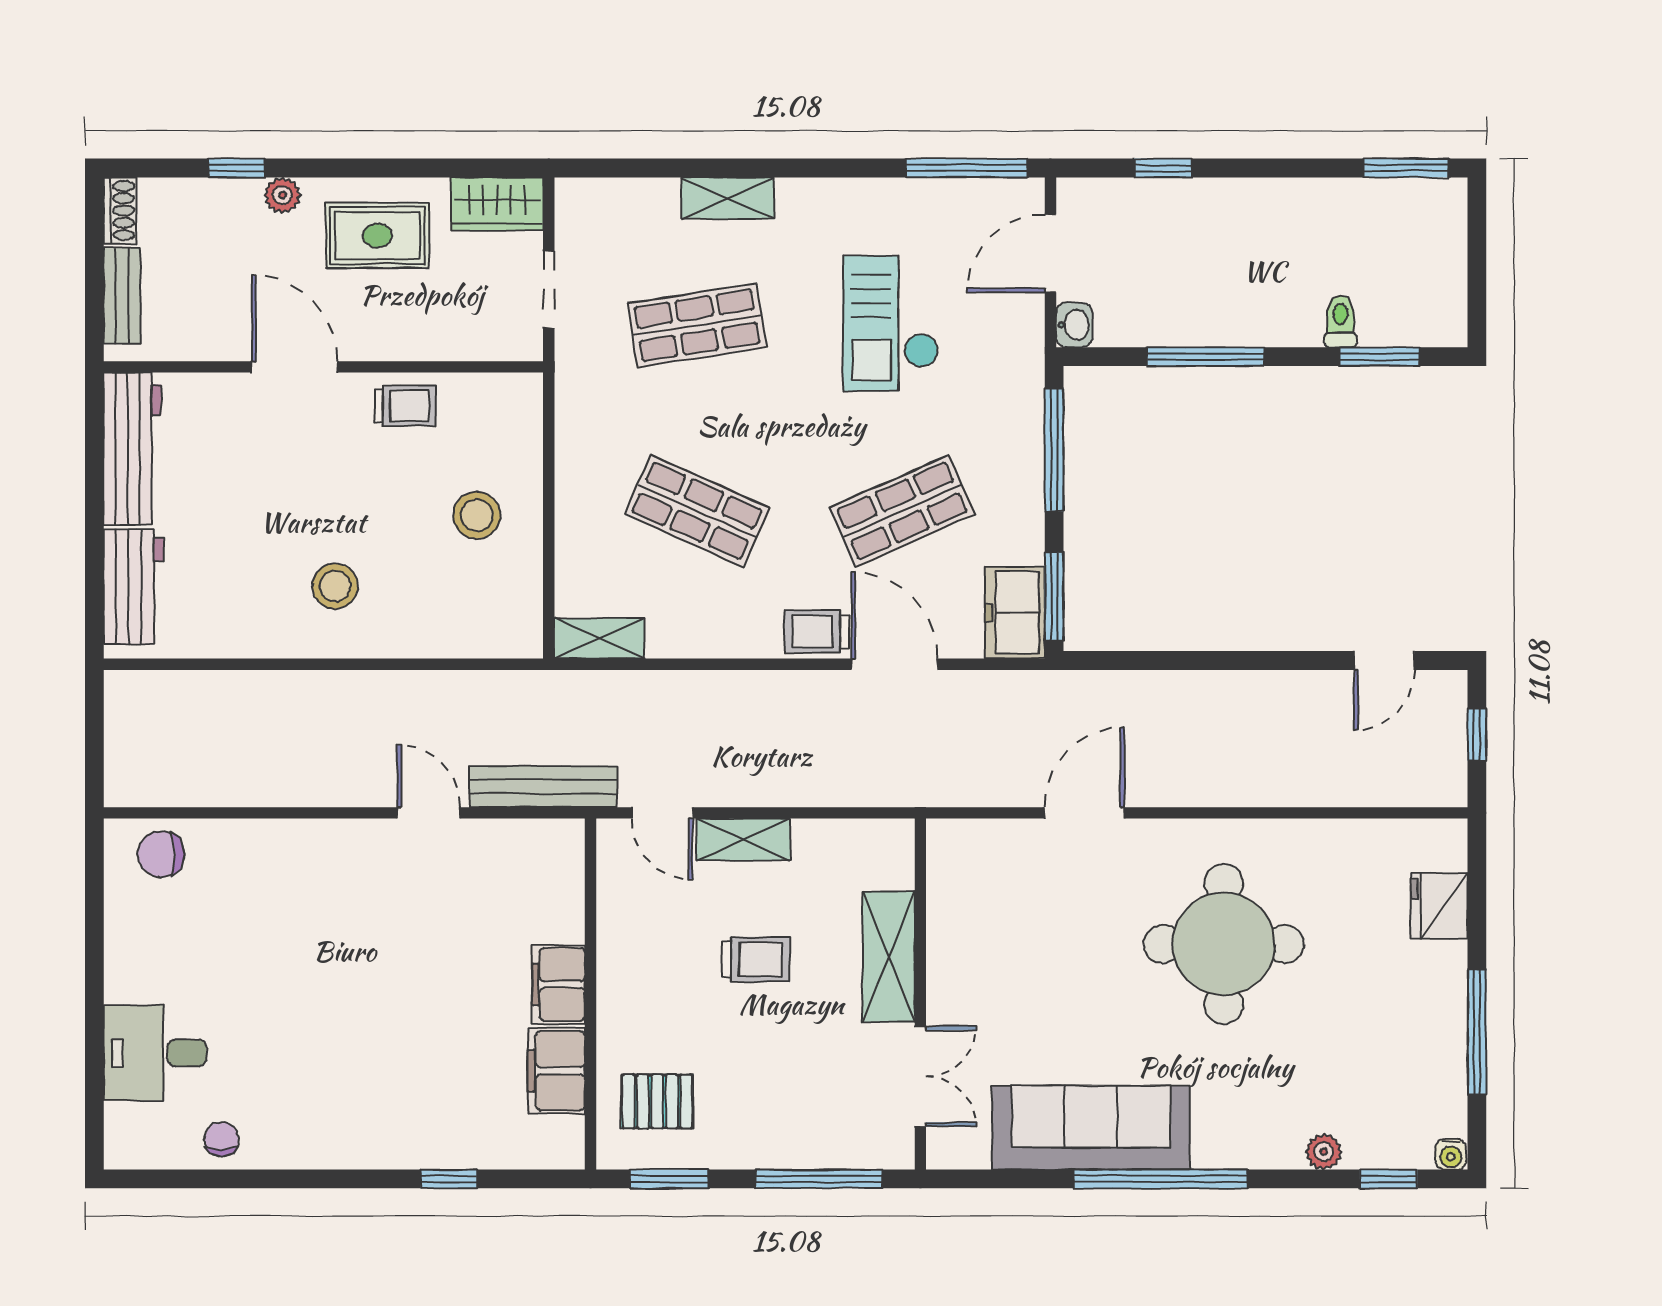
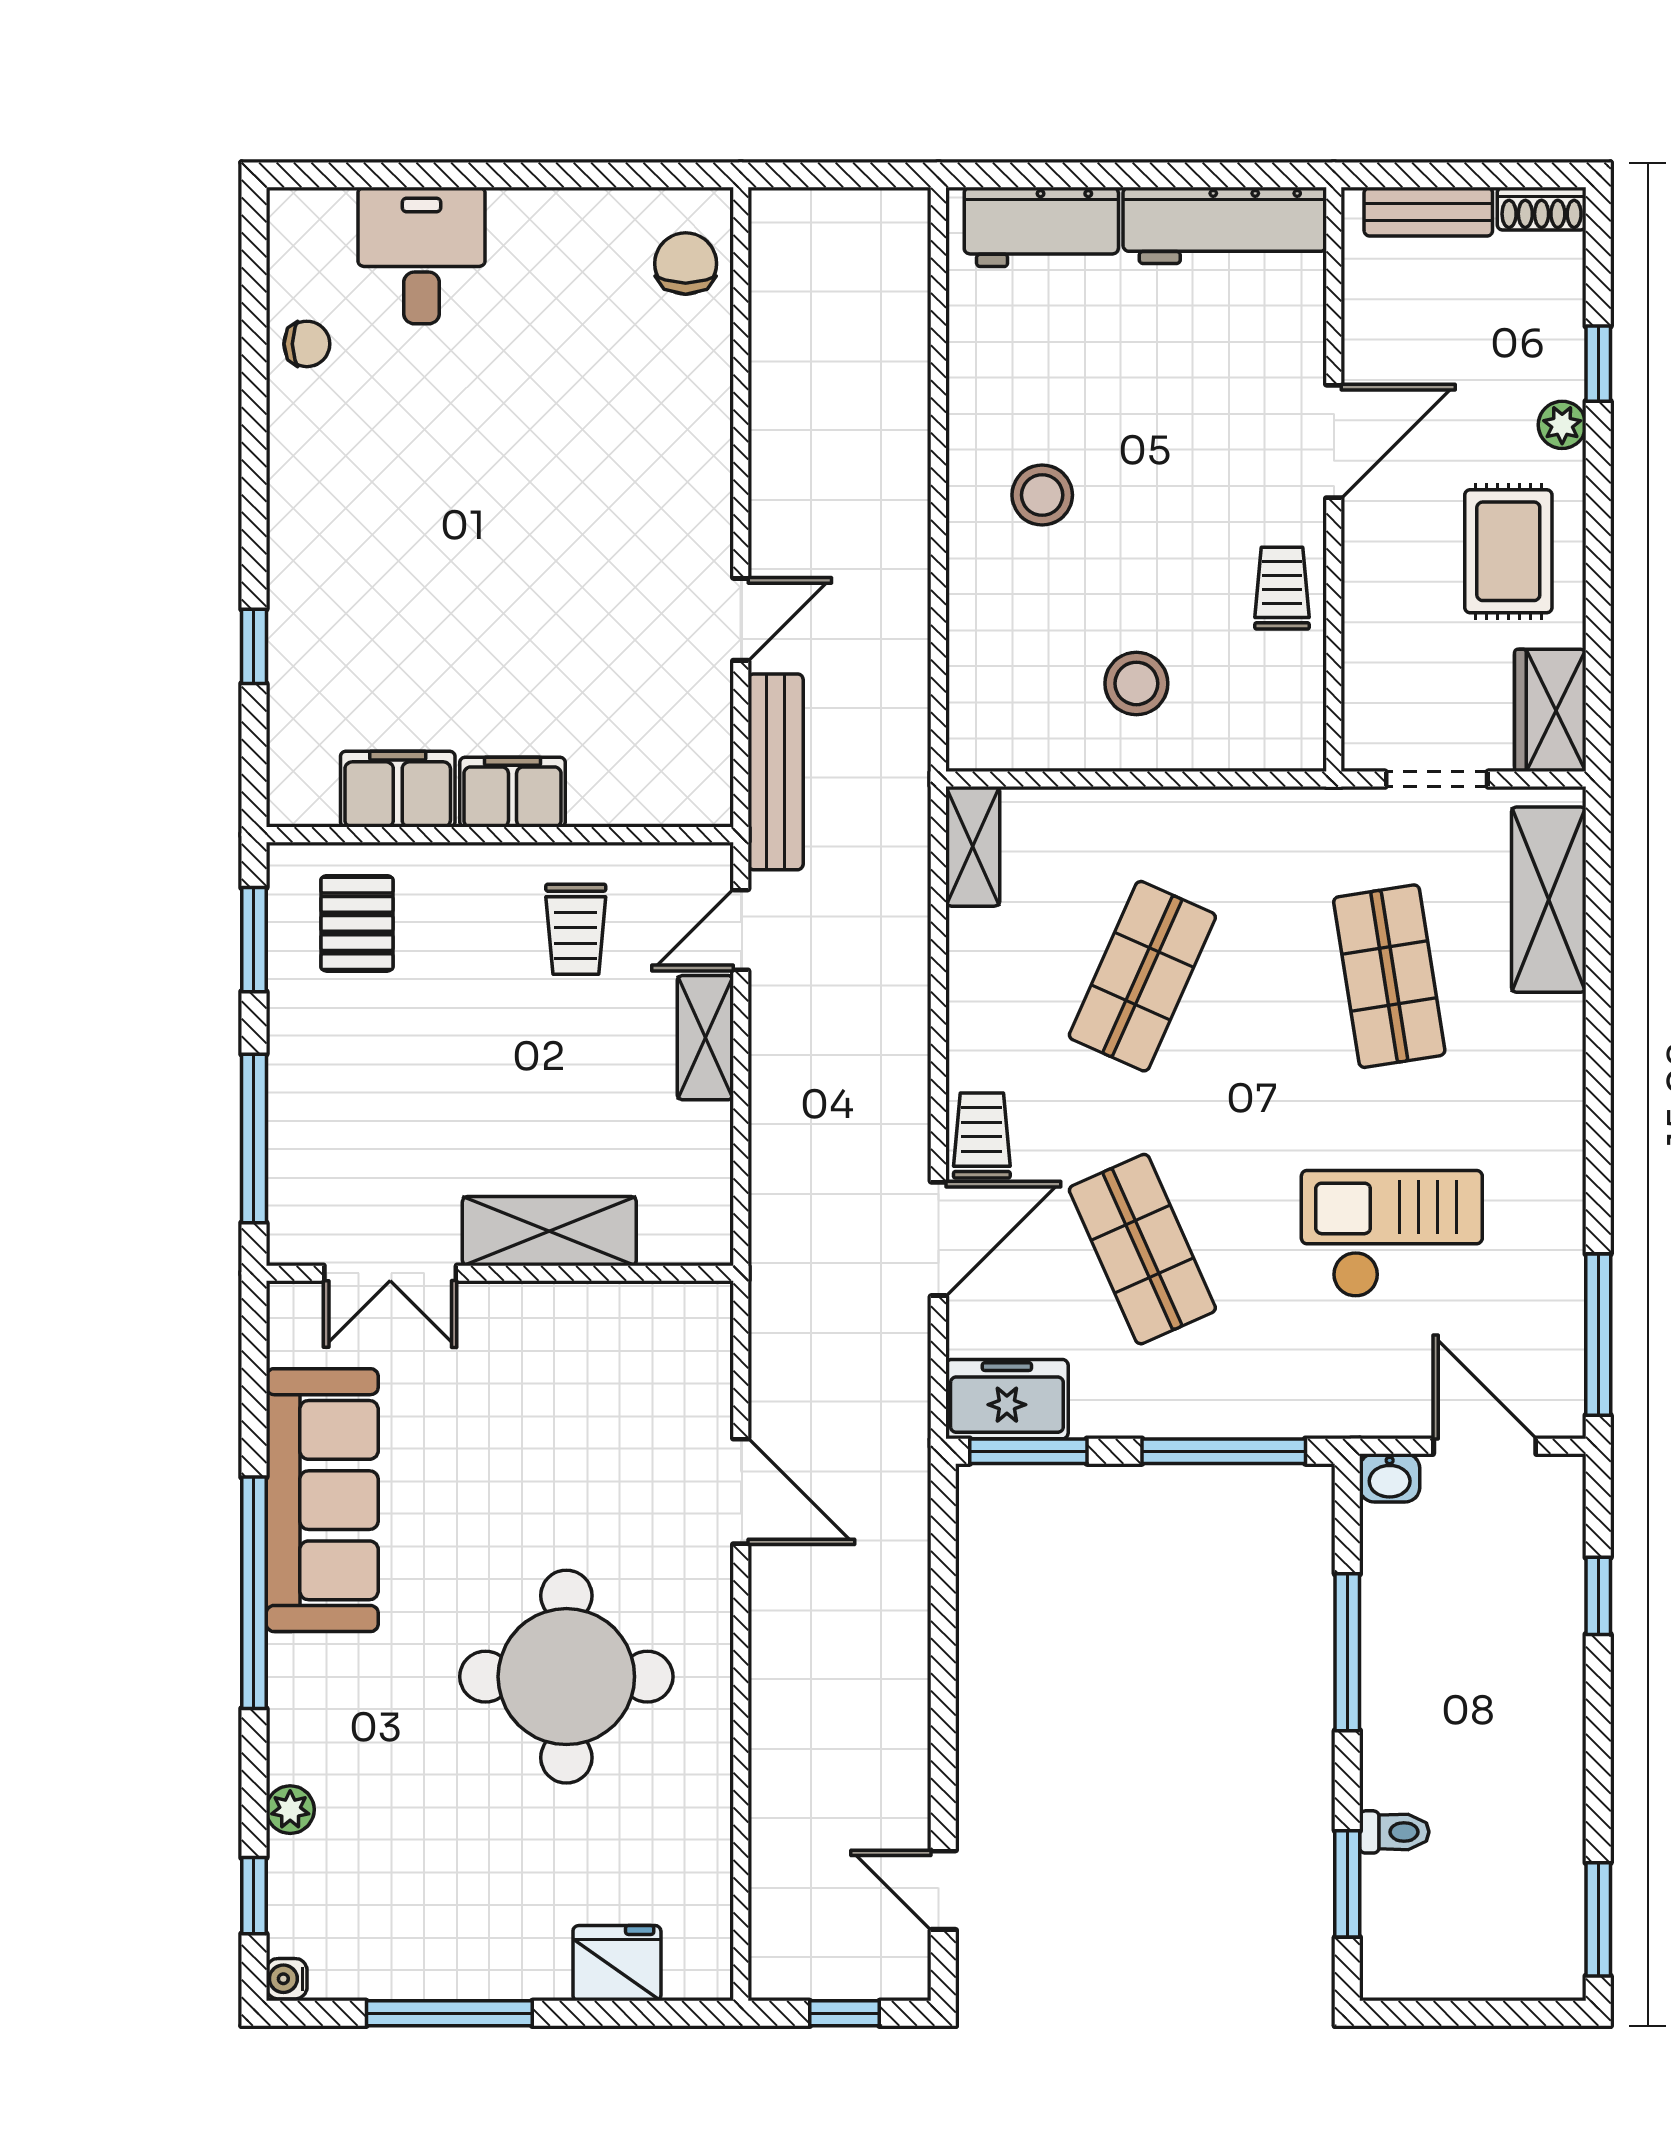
shelving: (728, 198) -> (1549, 900), moved, width x1.50, depth x1.33
trolley: (405, 406) -> (1282, 588), turned 180
trolley: (756, 959) -> (576, 929), moved

